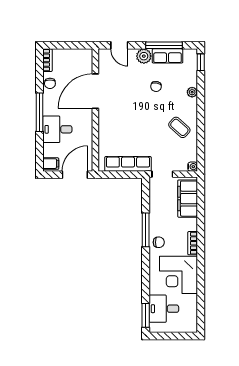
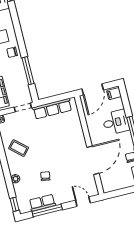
plant: (144, 56) -> (61, 198), removed
window: (146, 230) -> (28, 71), moved

